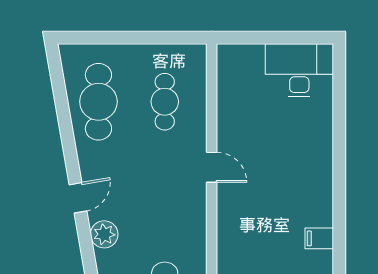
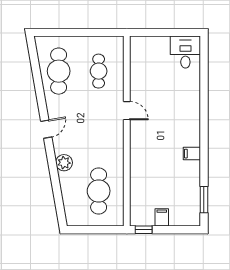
desk: (299, 70) -> (185, 52), width x0.73
plant: (104, 234) -> (64, 163), moved

